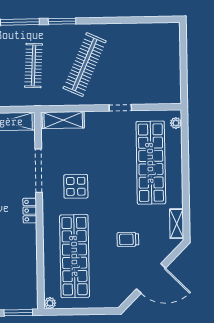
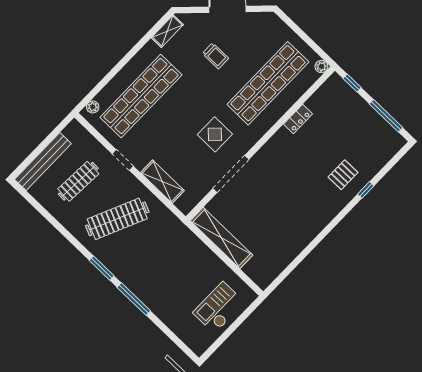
bench: (173, 53) -> (43, 161), added
clothes rail: (33, 65) -> (78, 181), moved
shelving: (63, 120) -> (162, 182), moved
locker: (30, 211) -> (298, 119), moved
window: (18, 313) -> (352, 83), width x0.67

